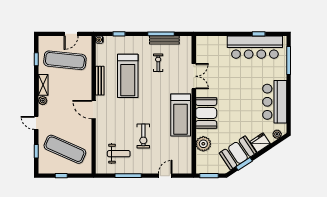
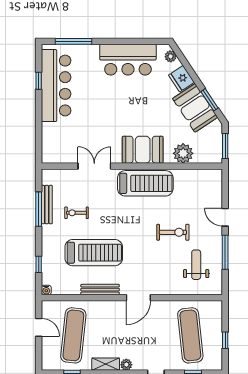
exercise mat: (65, 149) -> (190, 335), turned -30
door: (165, 176) -> (225, 217), moved

